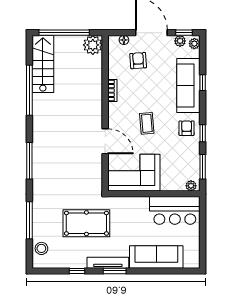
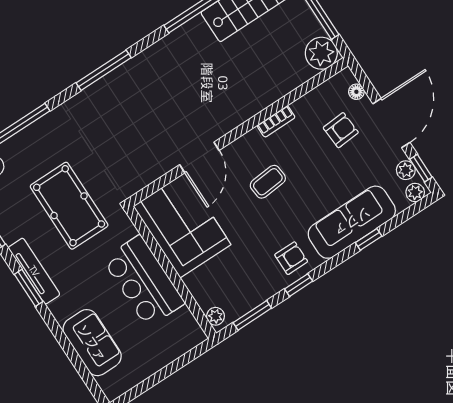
coffee table: (147, 123) -> (268, 182), moved
bar counter: (175, 210) -> (144, 281), moved
sofa: (156, 257) -> (92, 343), width x0.73

